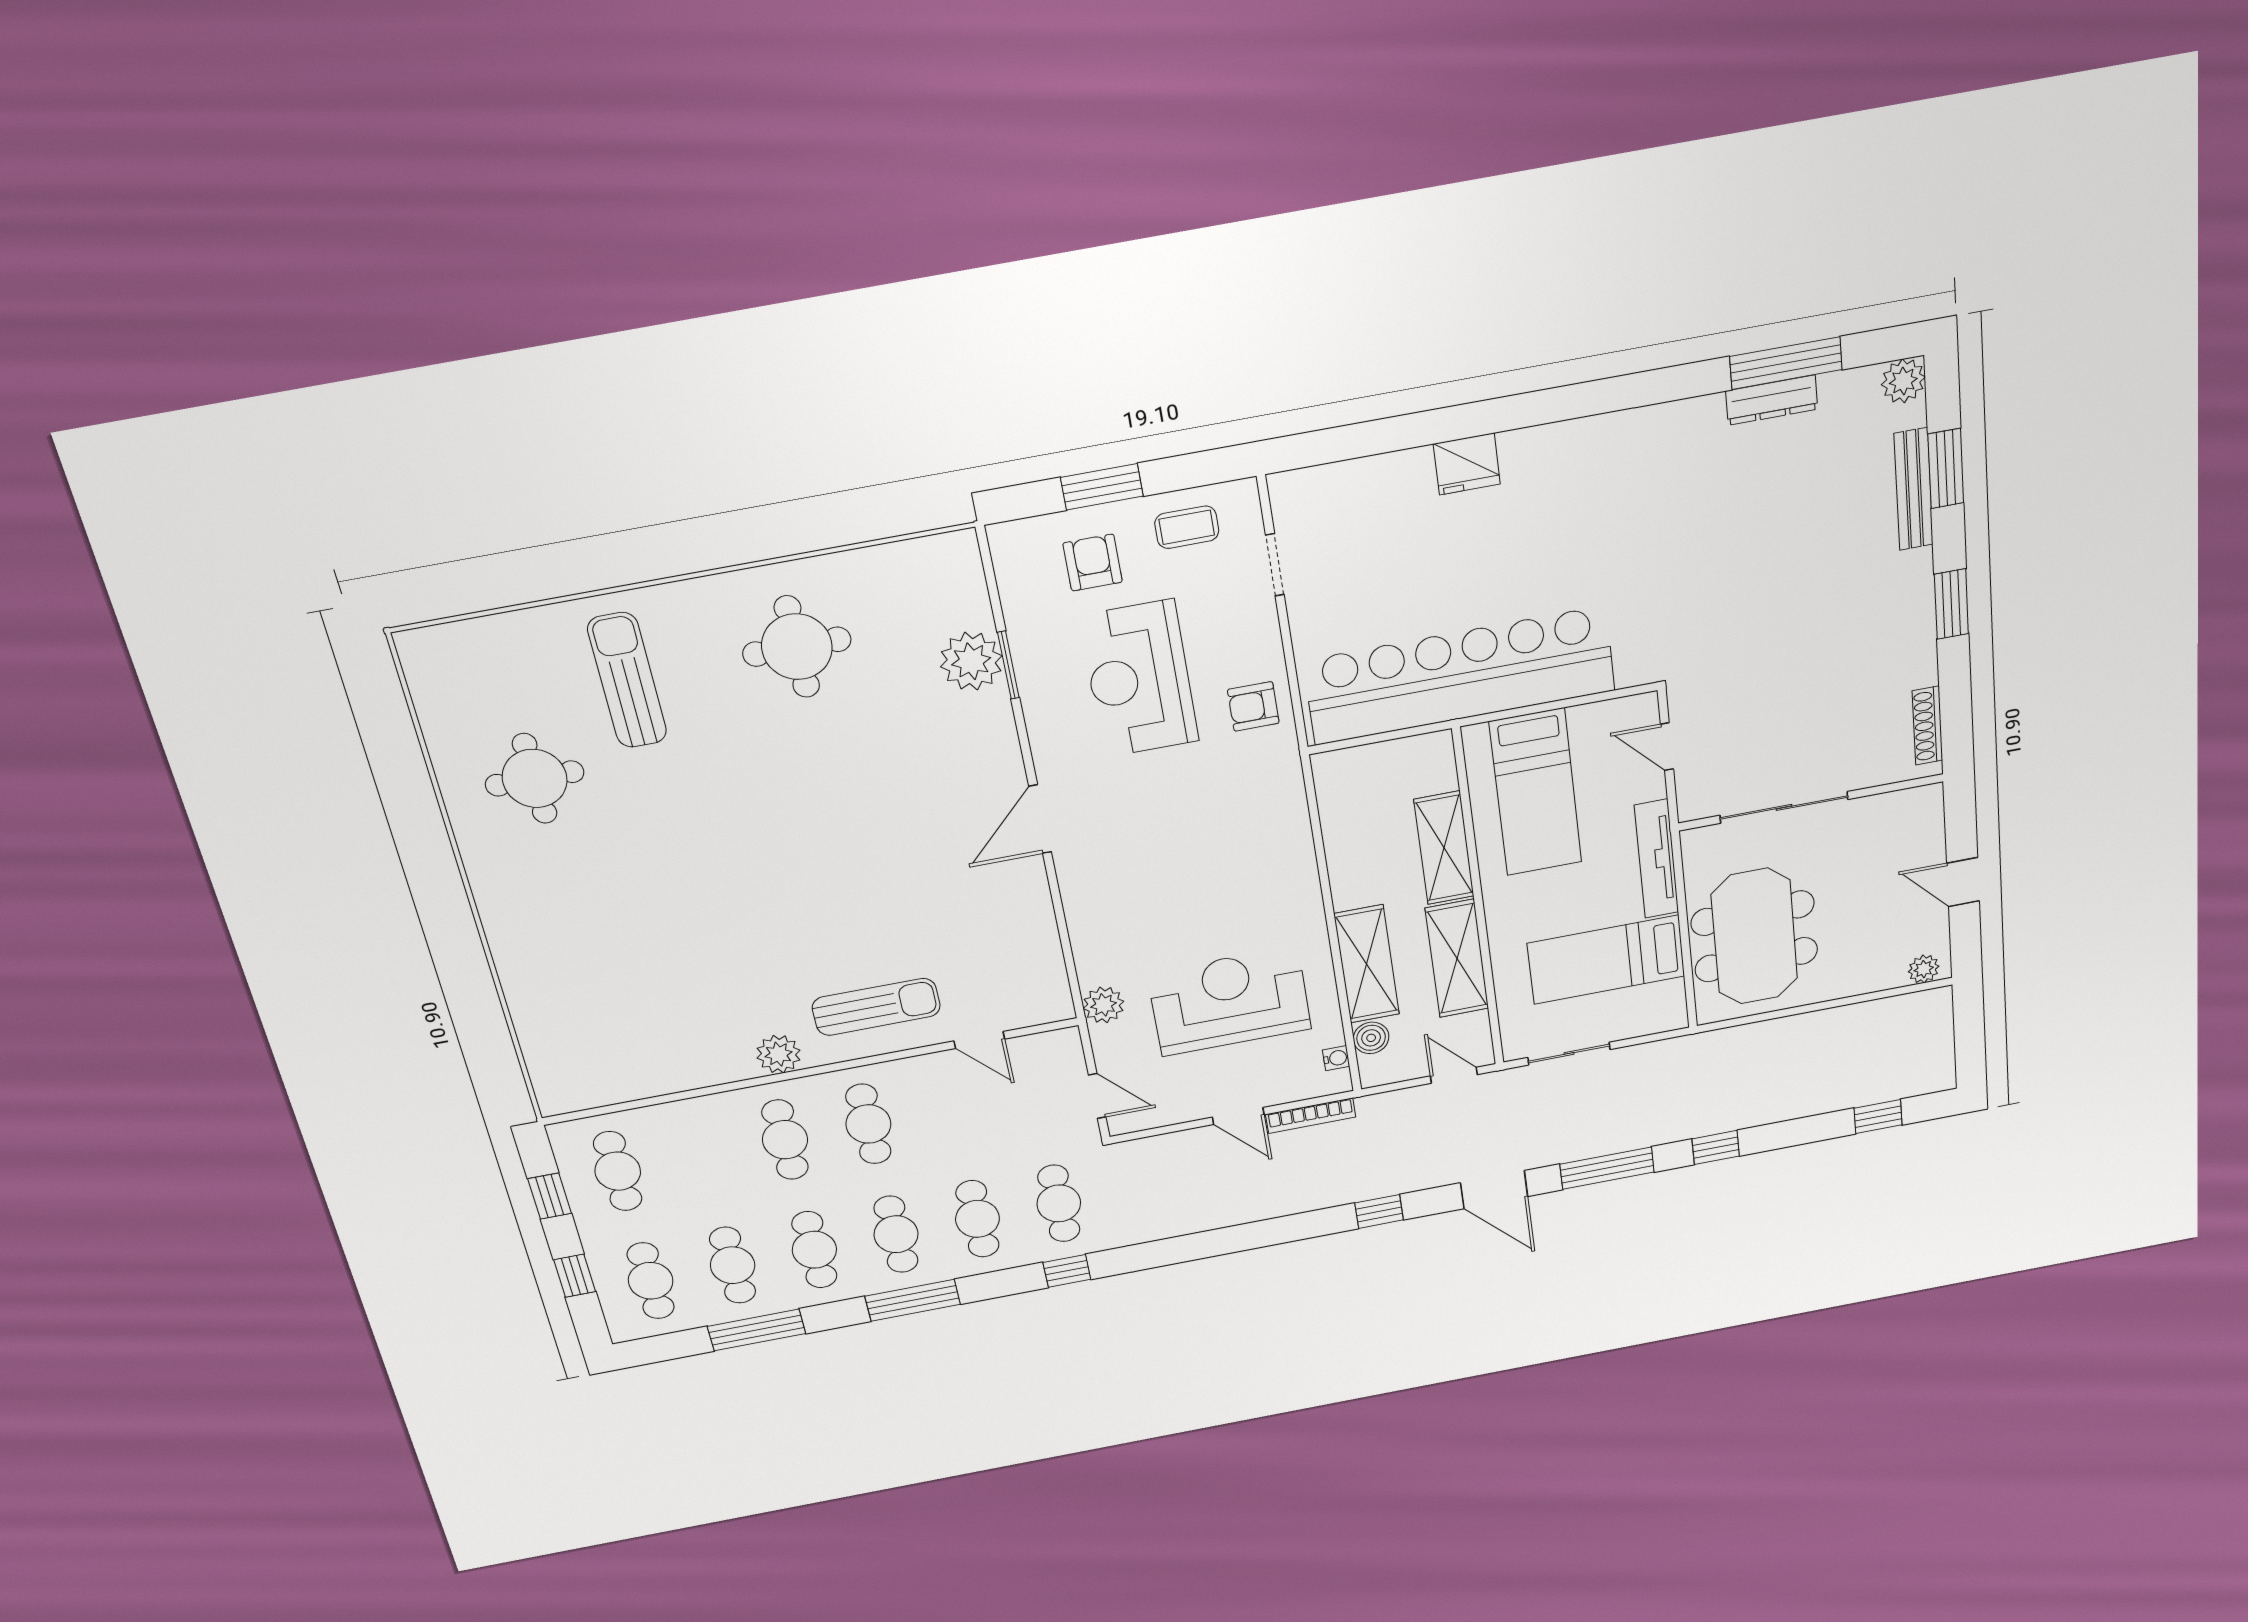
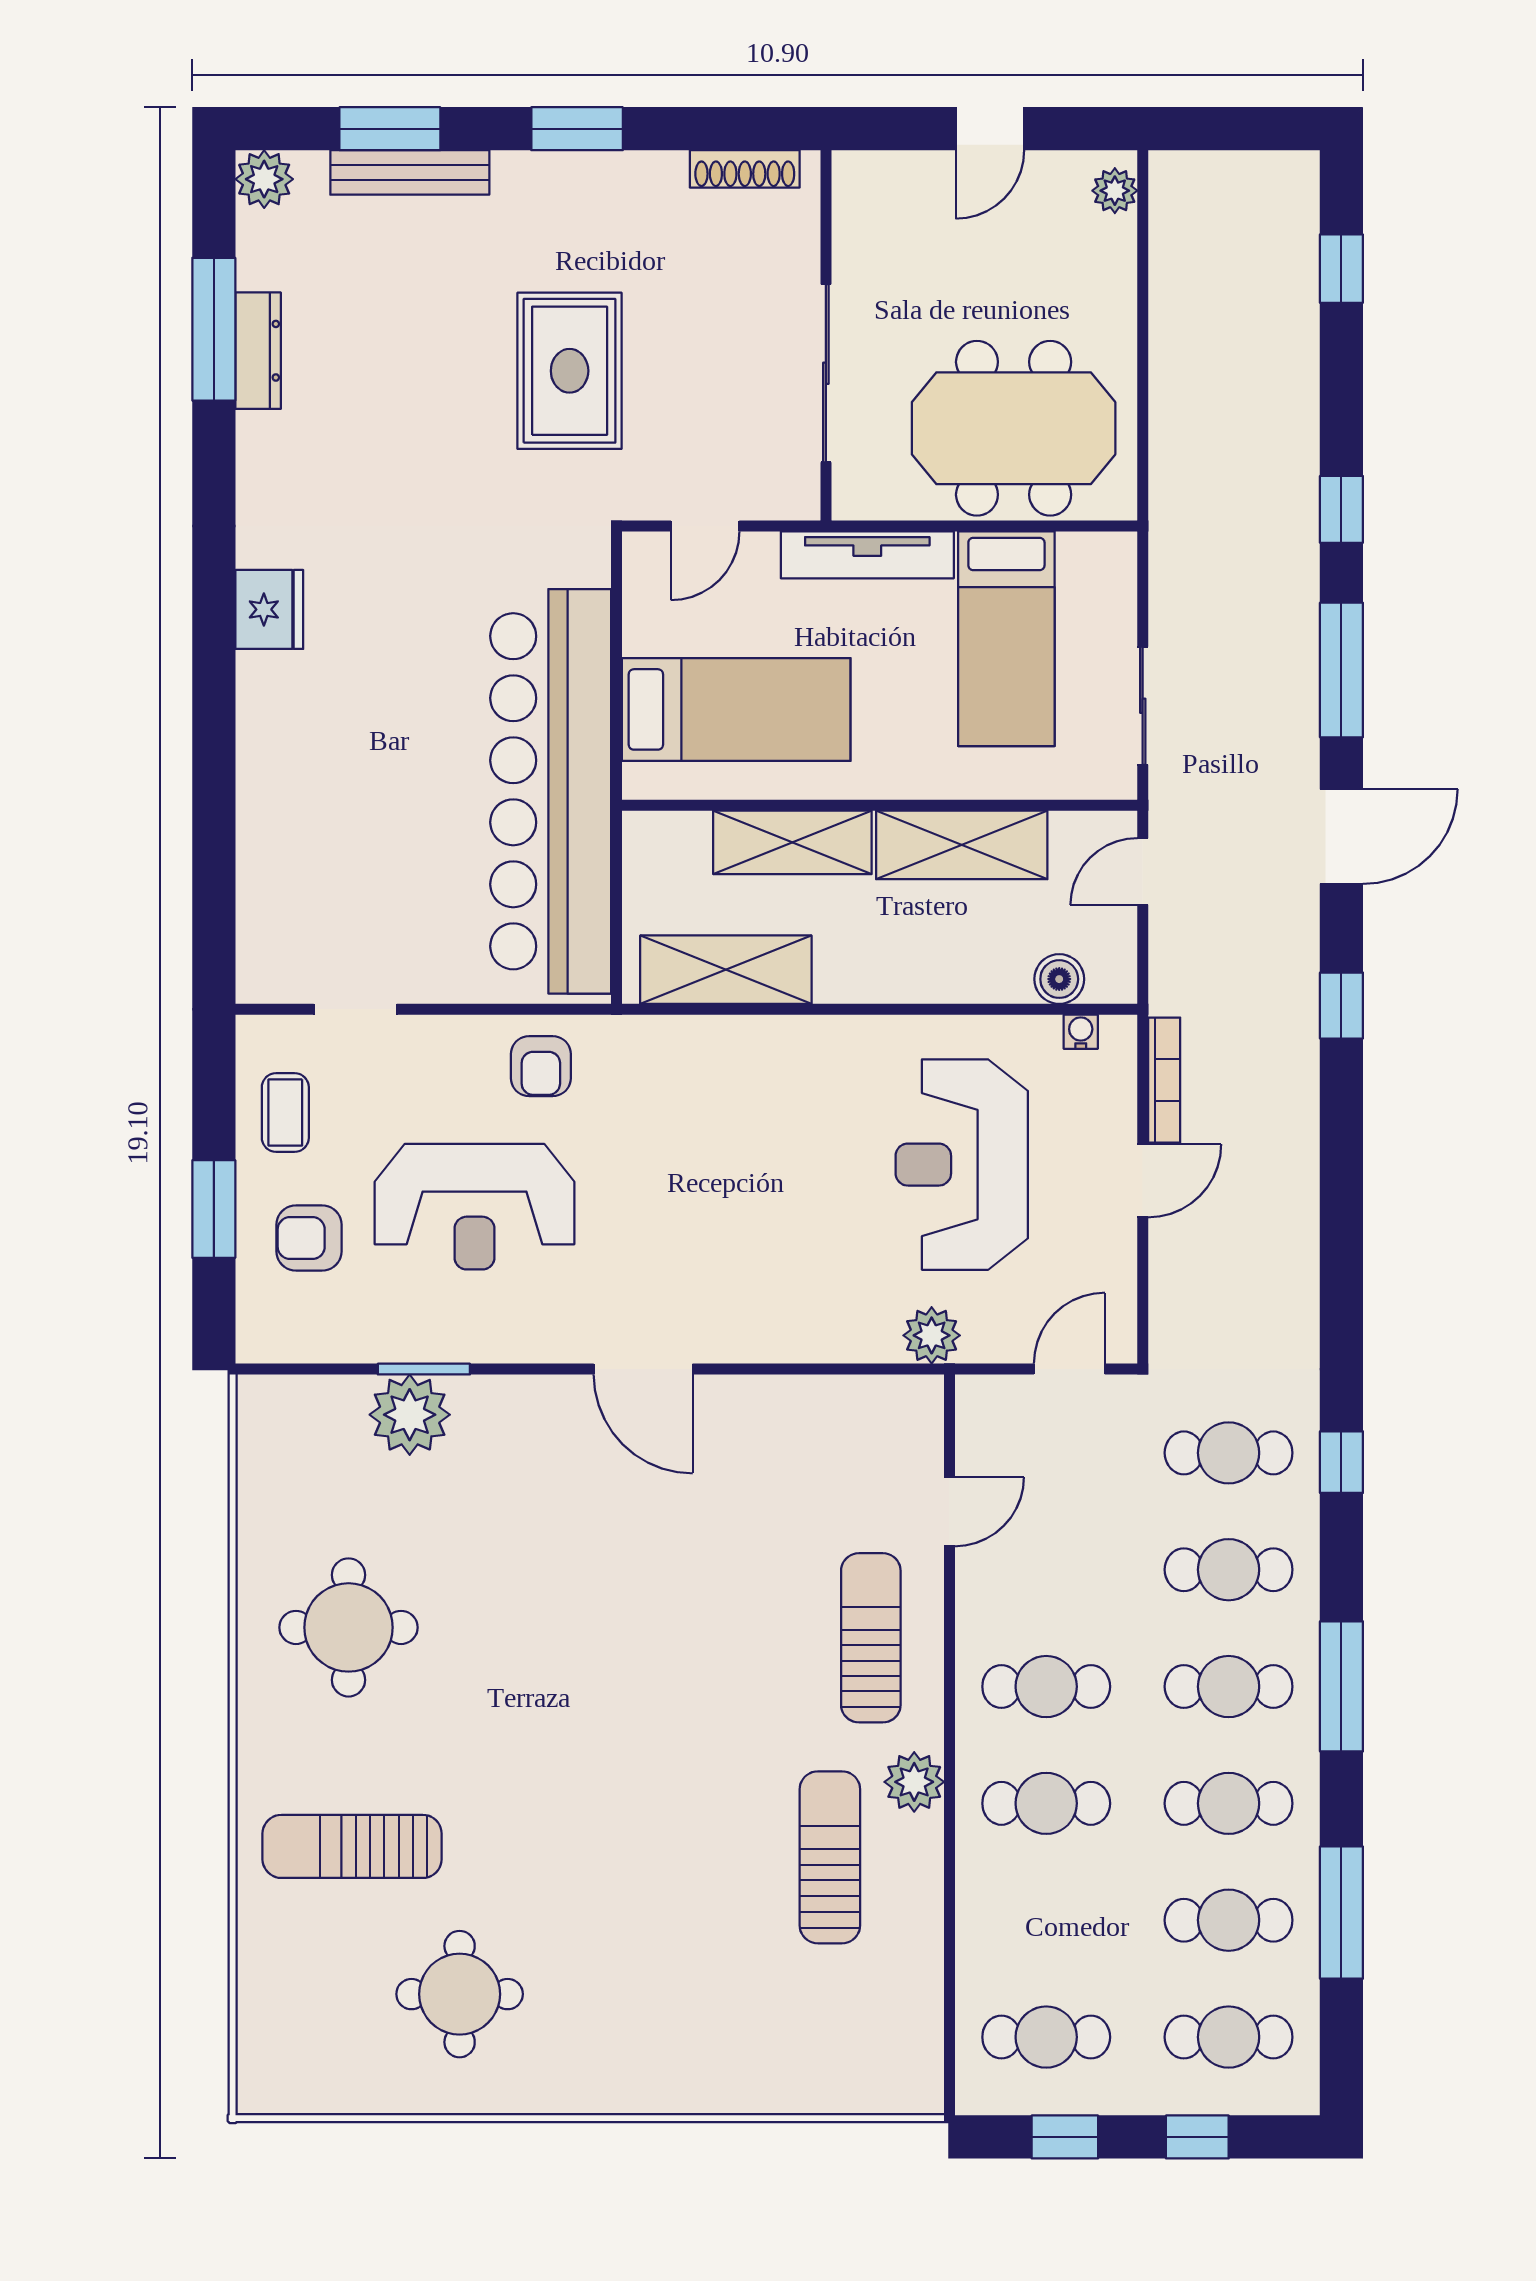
fridge: (1467, 464) -> (269, 609), moved
rug: (1773, 632) -> (570, 371), added
shelving: (1367, 964) -> (726, 970), moved
sun lounger: (709, 1010) -> (830, 1857), added

